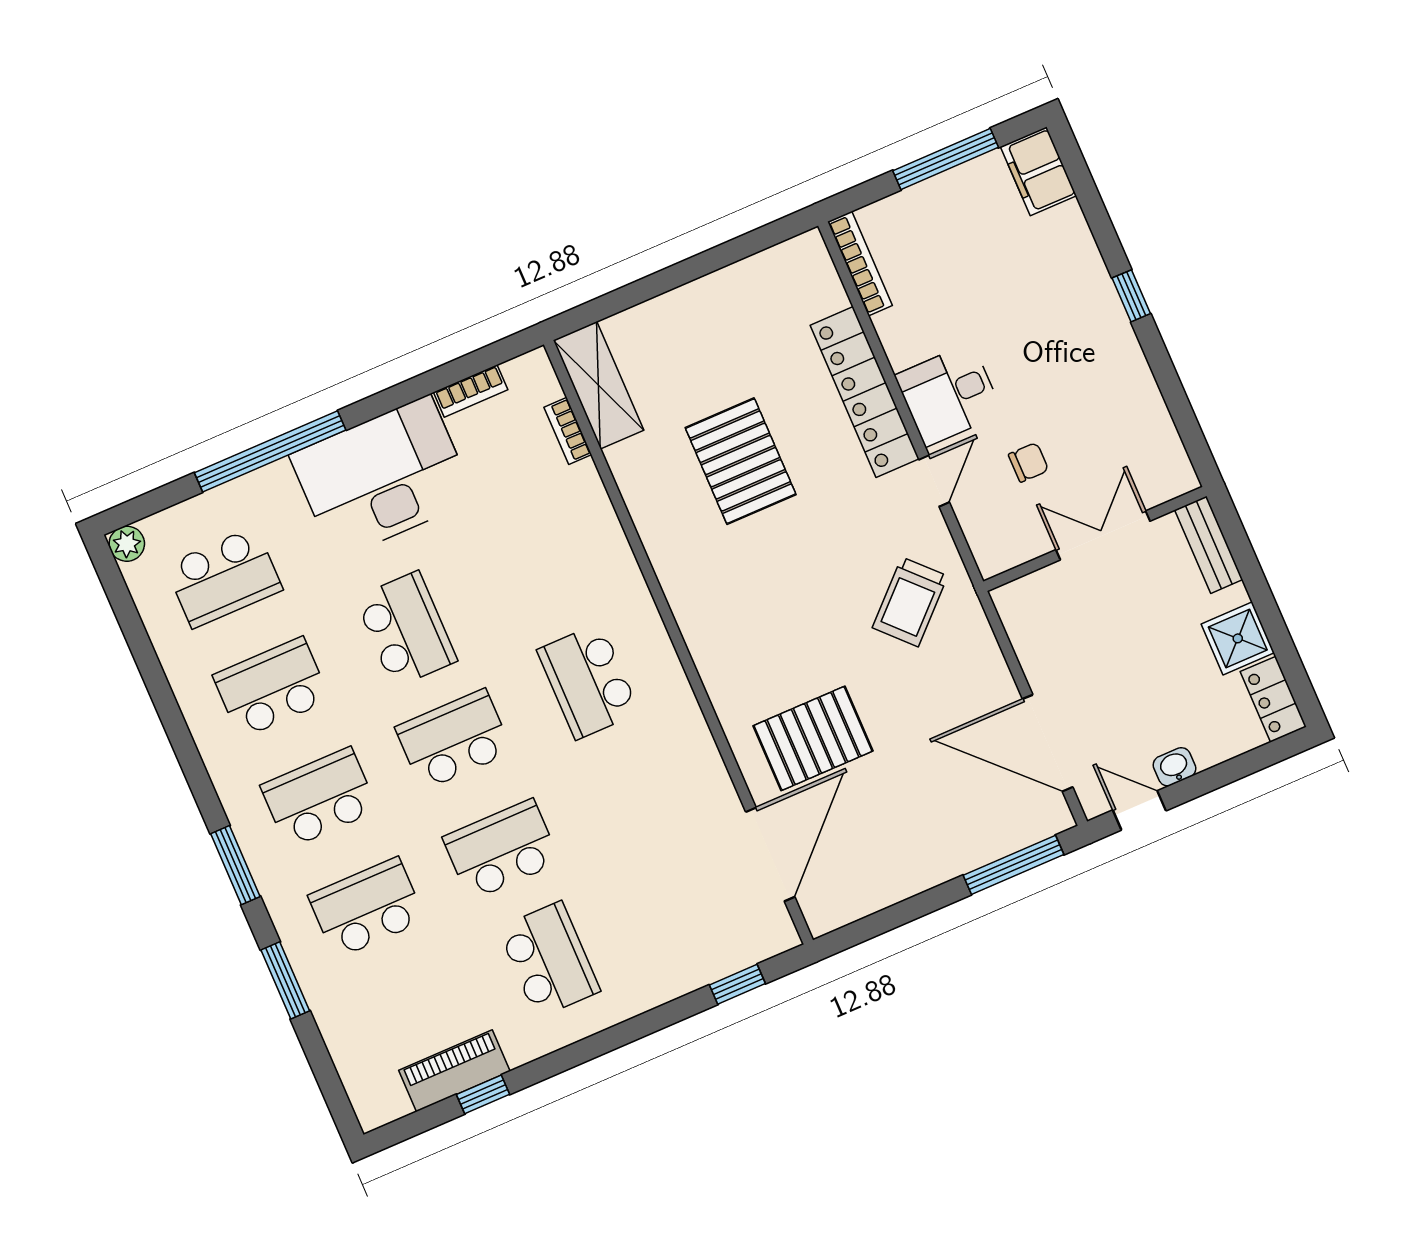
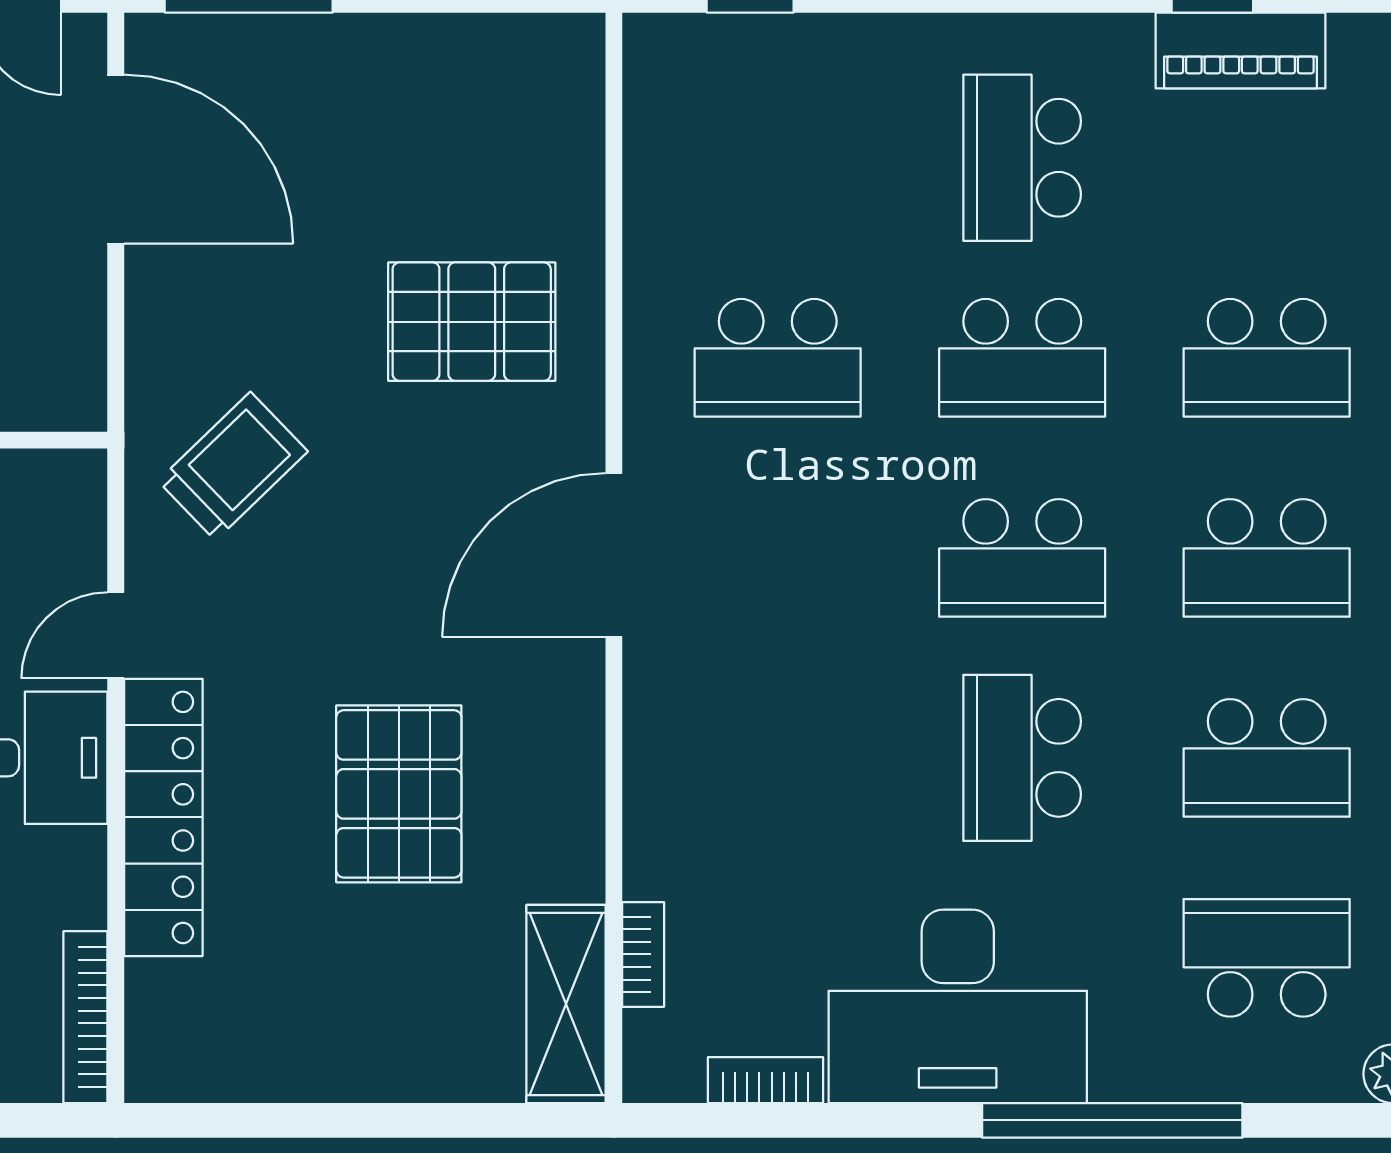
school desk: (588, 681) -> (778, 358), moved, turned 90
door: (770, 854) -> (614, 555), moved

